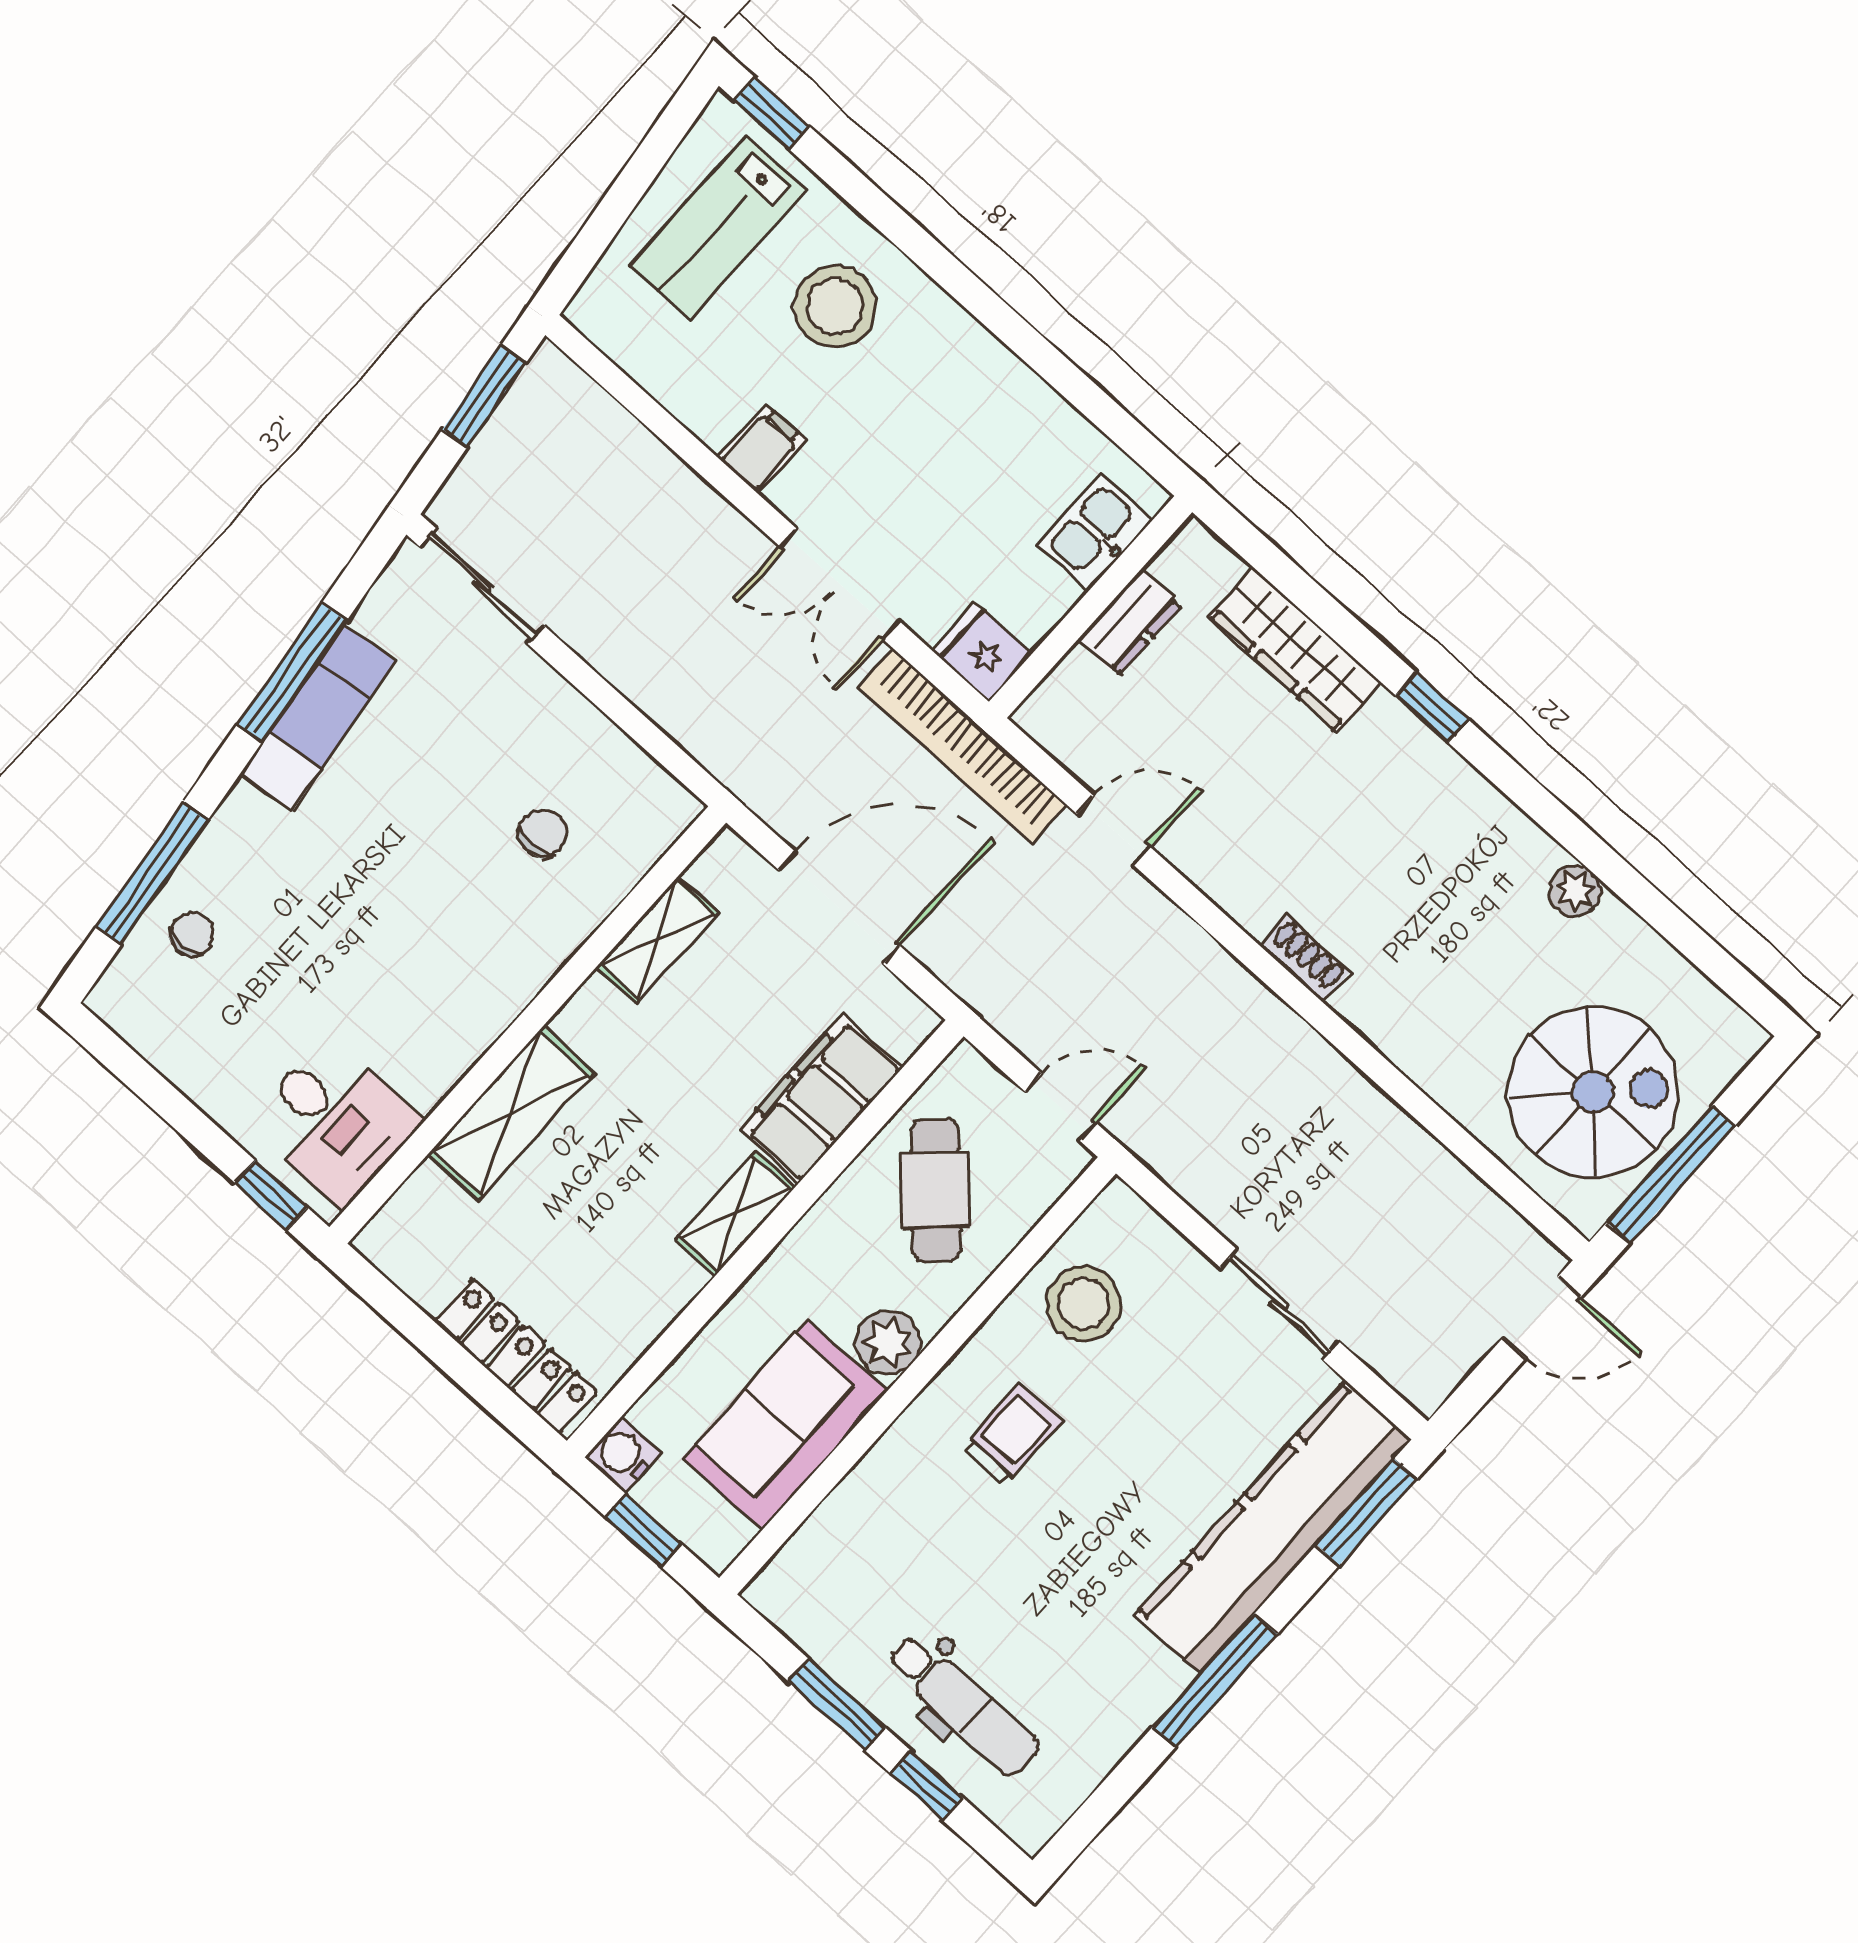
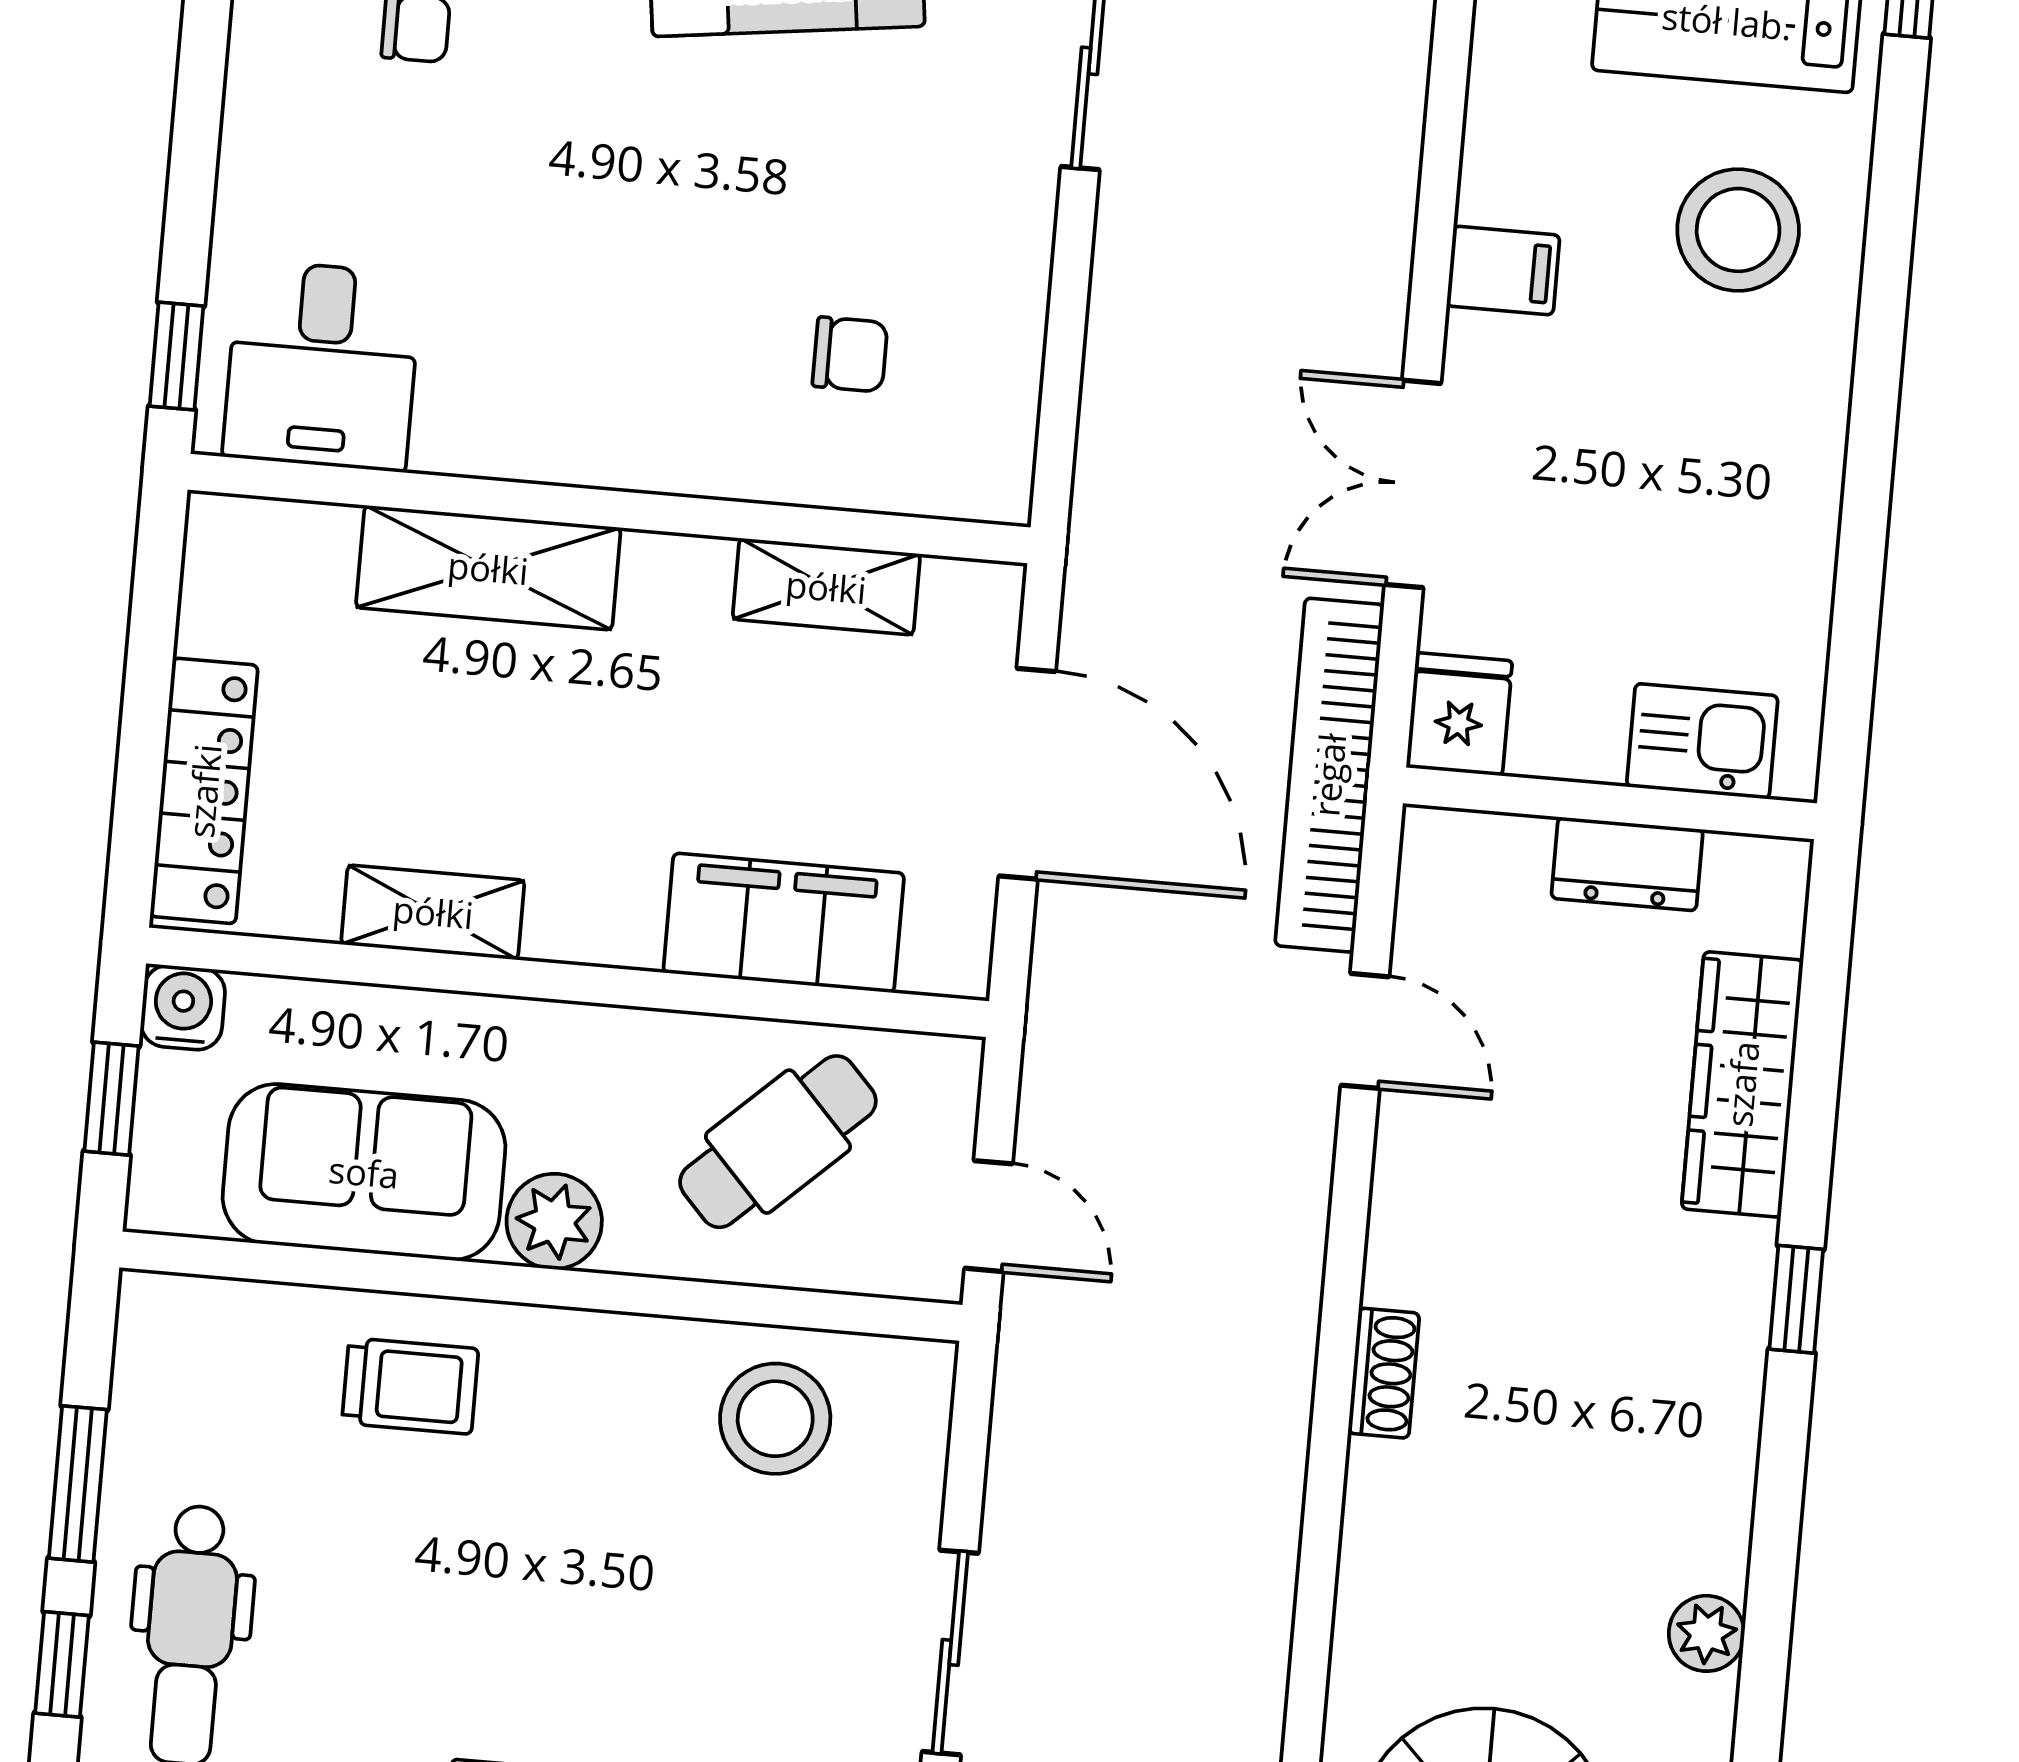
shelving: (735, 1213) -> (433, 912), moved
trolley: (1012, 1435) -> (410, 1386), moved

